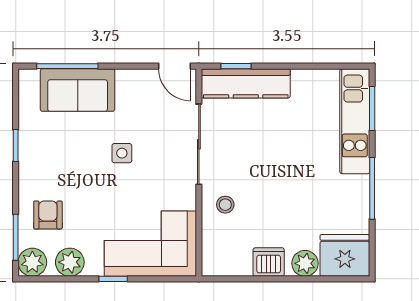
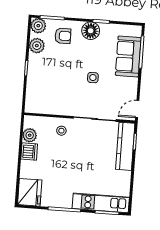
floor lamp: (35, 164) -> (91, 31), added
corner sofa: (150, 244) -> (44, 89), removed
plant: (305, 263) -> (30, 135), moved

